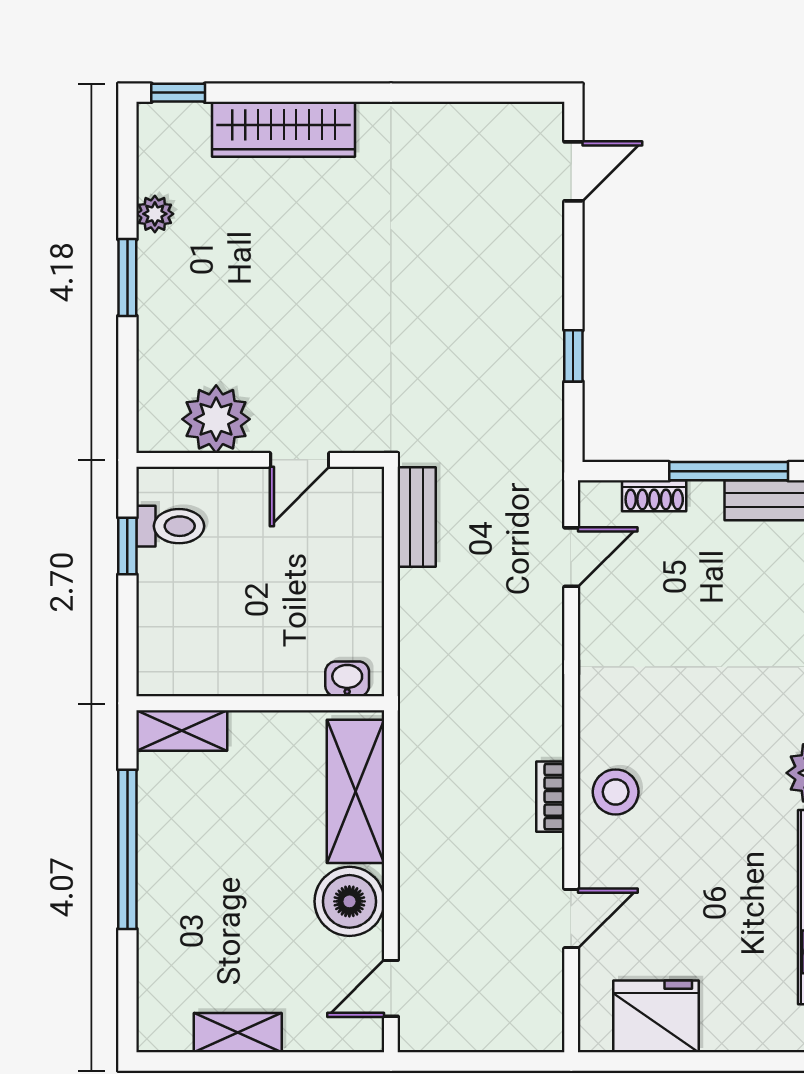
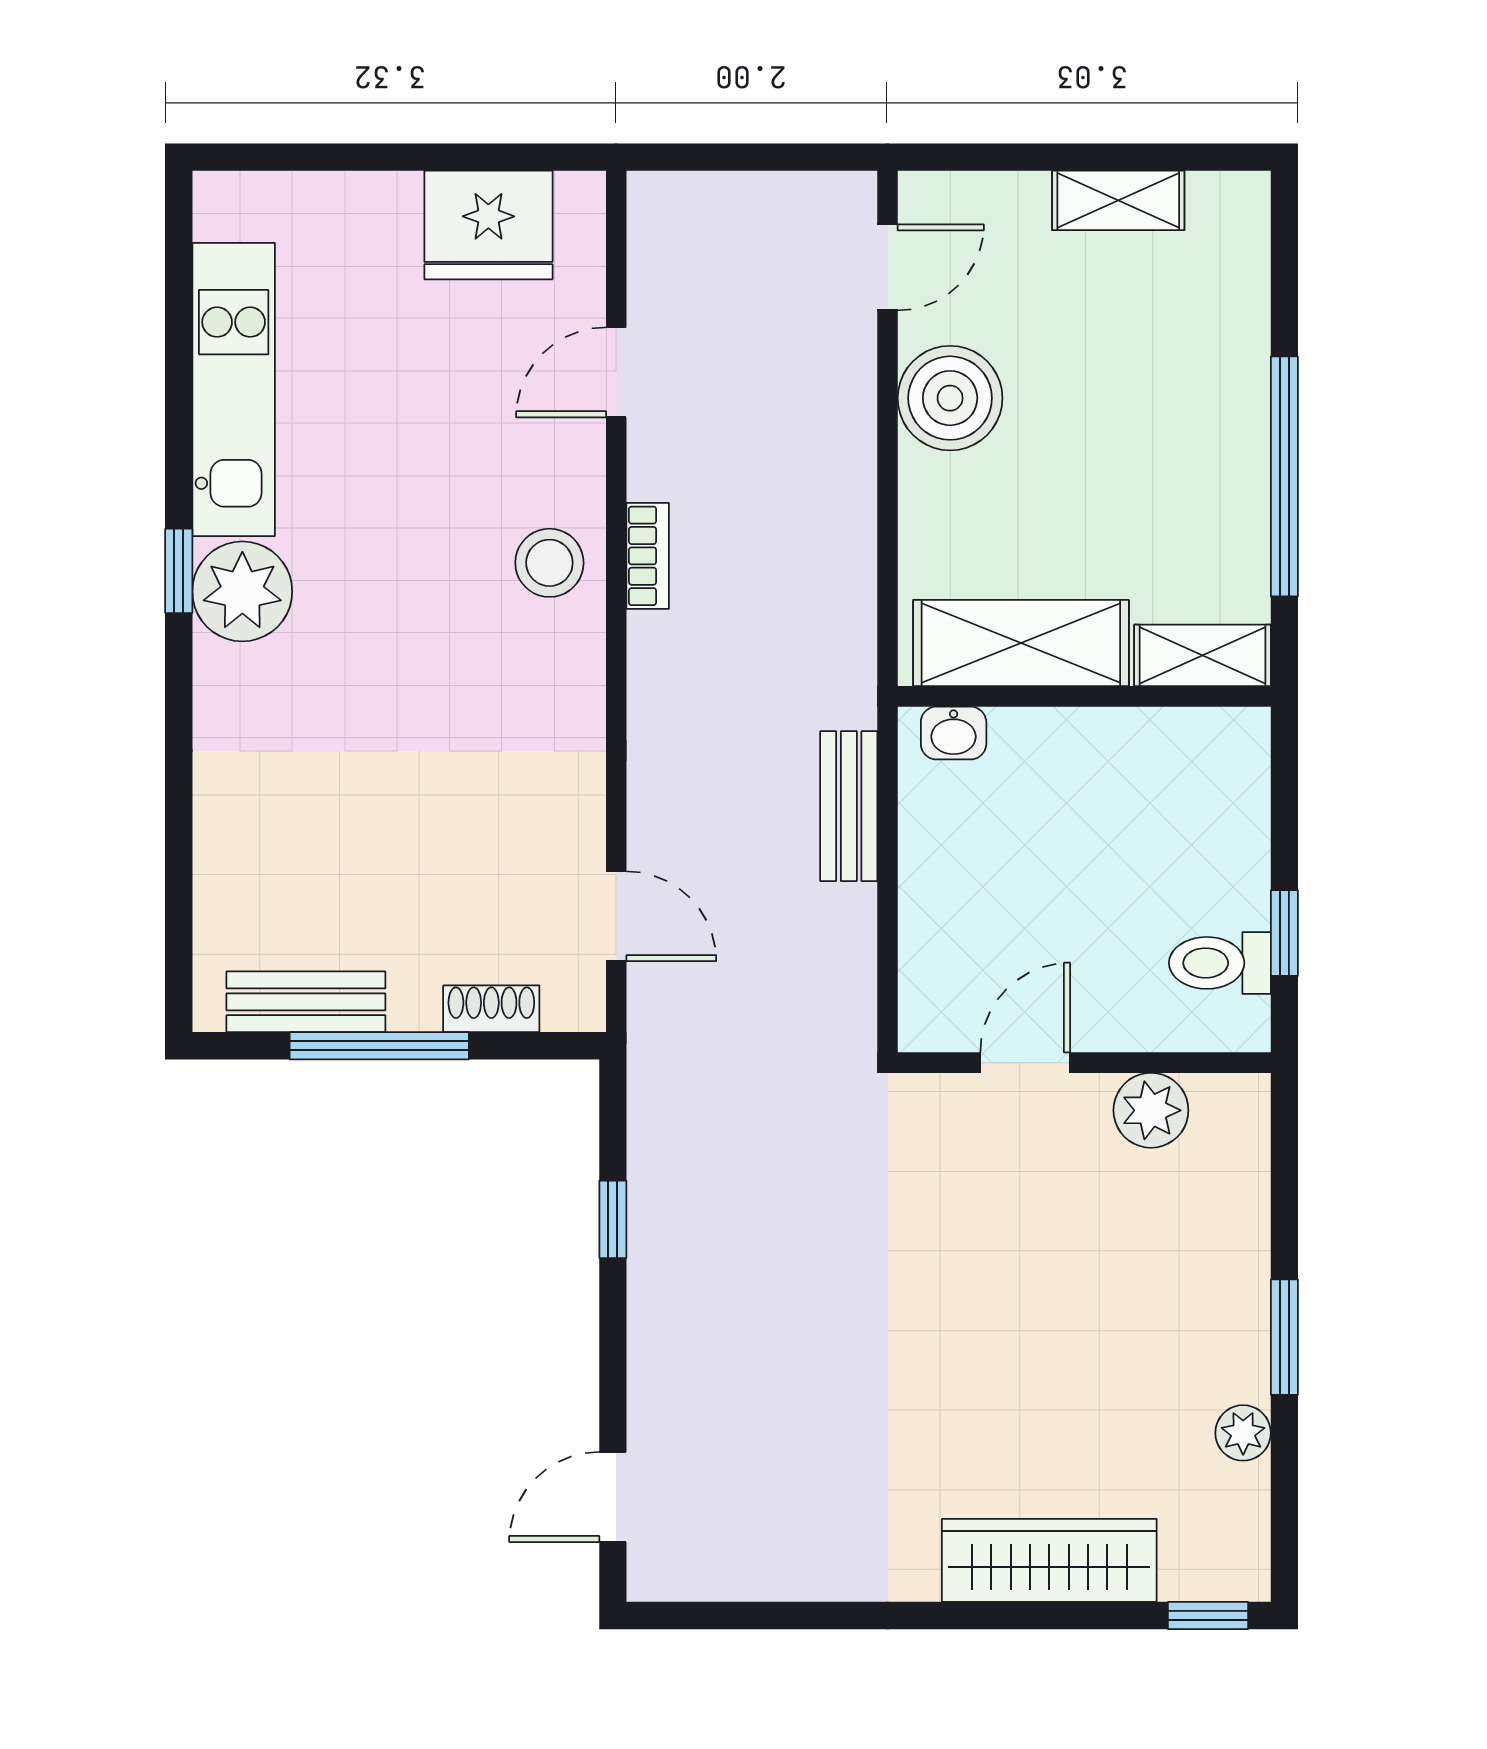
plant: (216, 419) -> (1151, 1110), width x0.73, depth x0.73
bench: (417, 517) -> (849, 806), moved
door: (571, 557) -> (616, 916), swing flipped
shelving: (356, 791) -> (1021, 643), moved, turned 90

